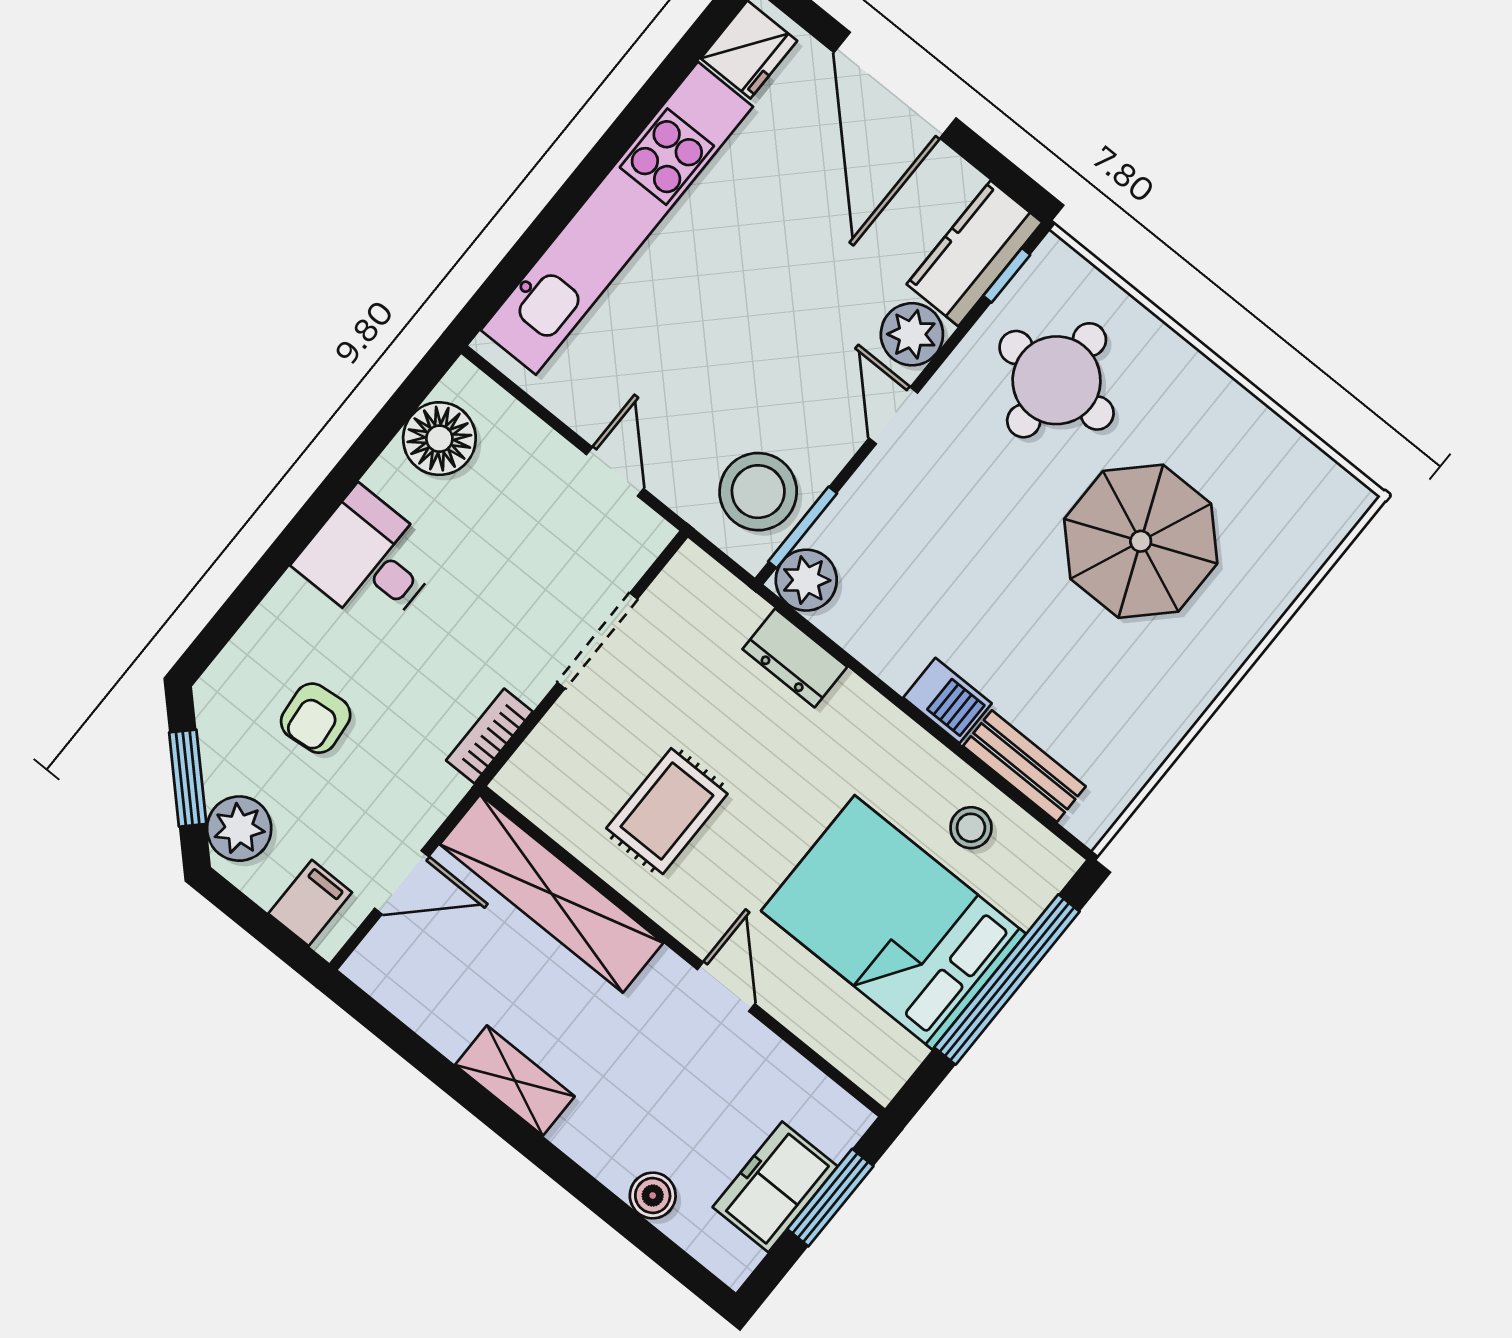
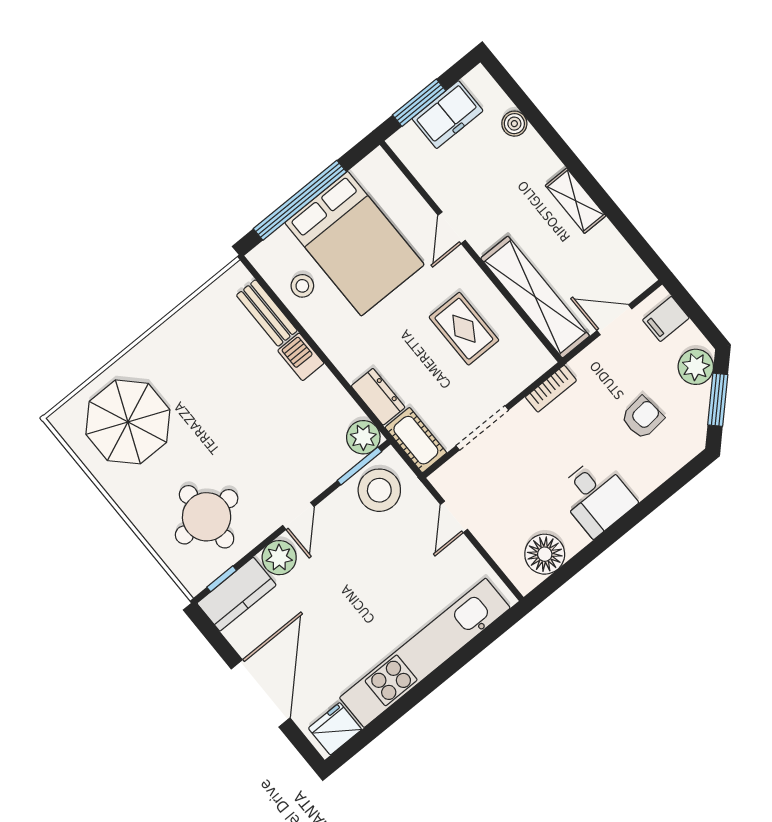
parasol: (1141, 541) -> (128, 422), moved
cot: (711, 594) -> (416, 440), added
rug: (667, 811) -> (464, 329), turned 90

